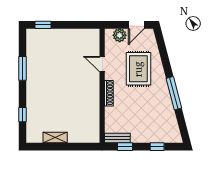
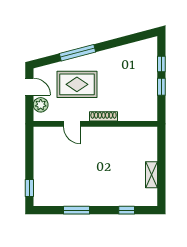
door: (102, 64) -> (72, 124), hinge flipped
window: (174, 93) -> (78, 53), moved
bench: (117, 138) -> (152, 107), removed
window: (125, 147) -> (161, 87), moved

